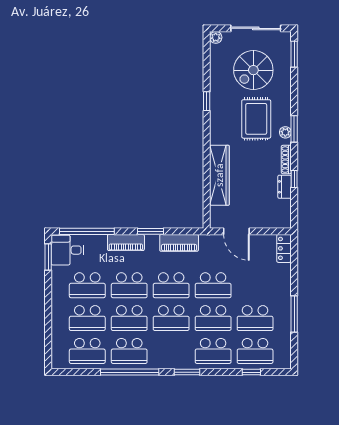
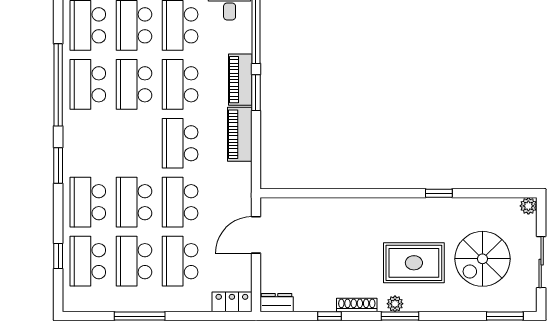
sliding door: (256, 28) -> (541, 262), width x0.73
spiral stairs: (253, 70) -> (482, 259), turned -90
wardrobe: (219, 175) -> (335, 211), removed
dresser: (285, 187) -> (277, 303), moved
window: (150, 231) -> (256, 93), moved
piano: (179, 243) -> (240, 134), moved
school desk: (171, 318) -> (180, 261), moved

